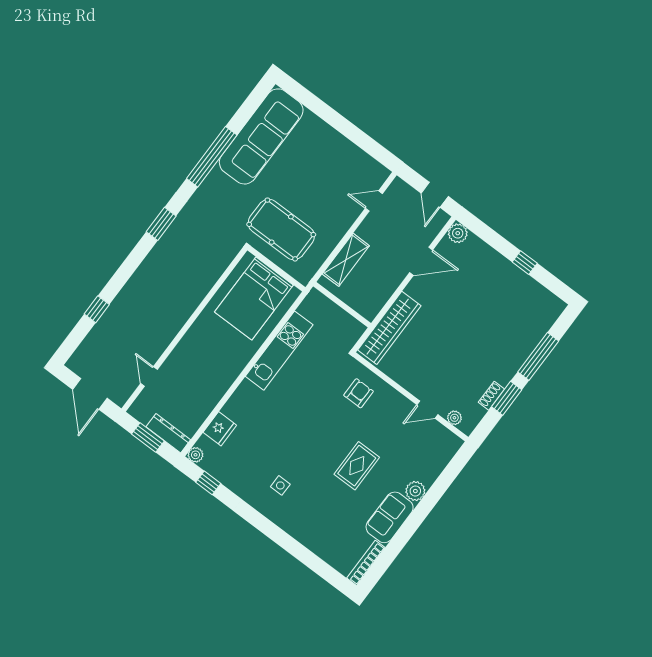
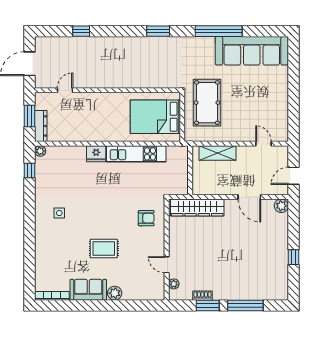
fridge: (220, 429) -> (96, 154), moved

